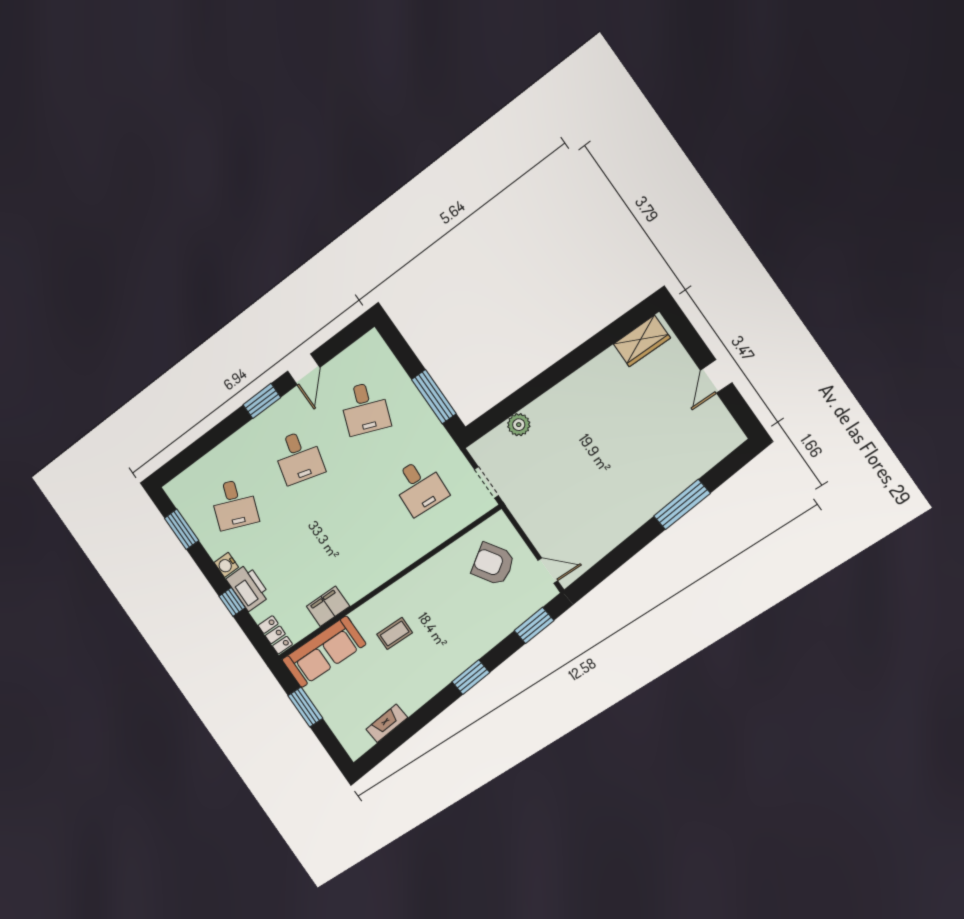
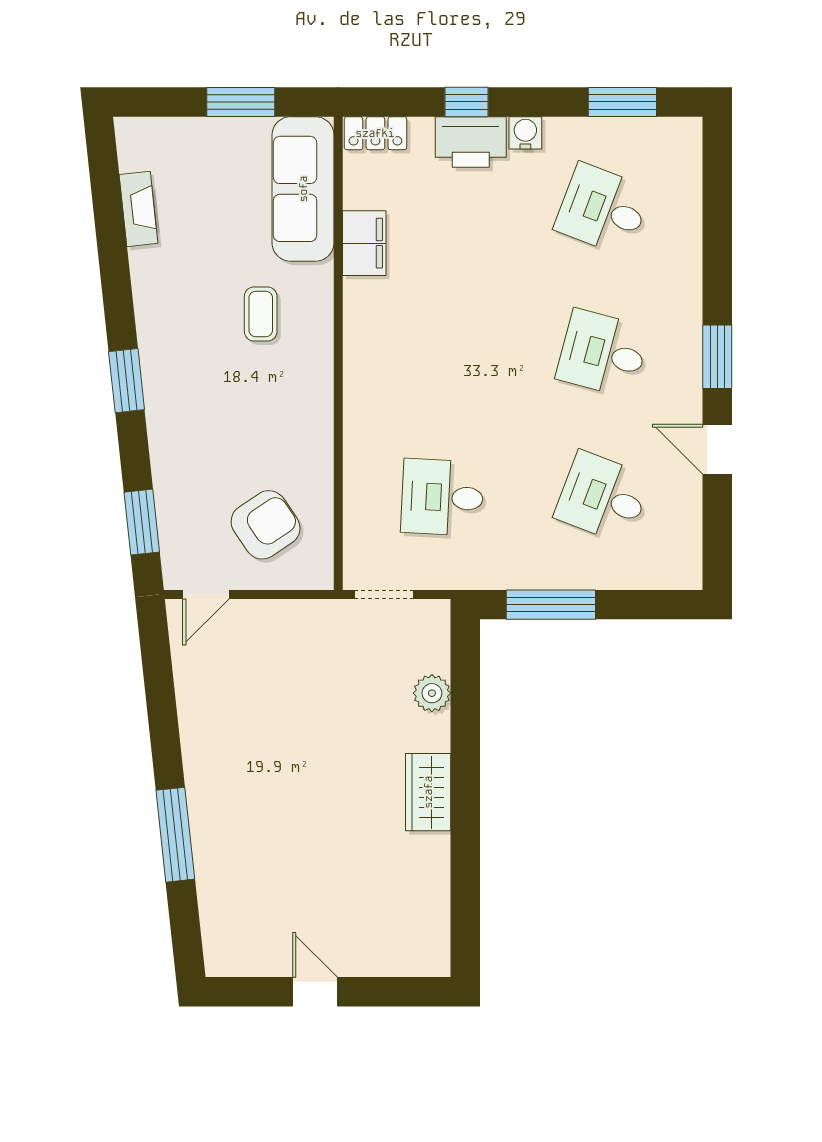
wardrobe: (642, 341) -> (428, 792), moved

